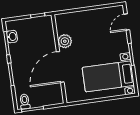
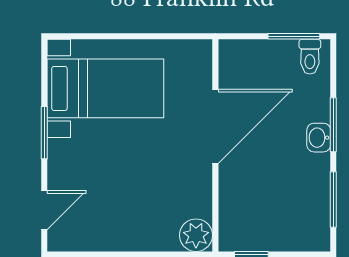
washbasin: (12, 37) -> (319, 138), moved
plant: (65, 41) -> (196, 235), moved

